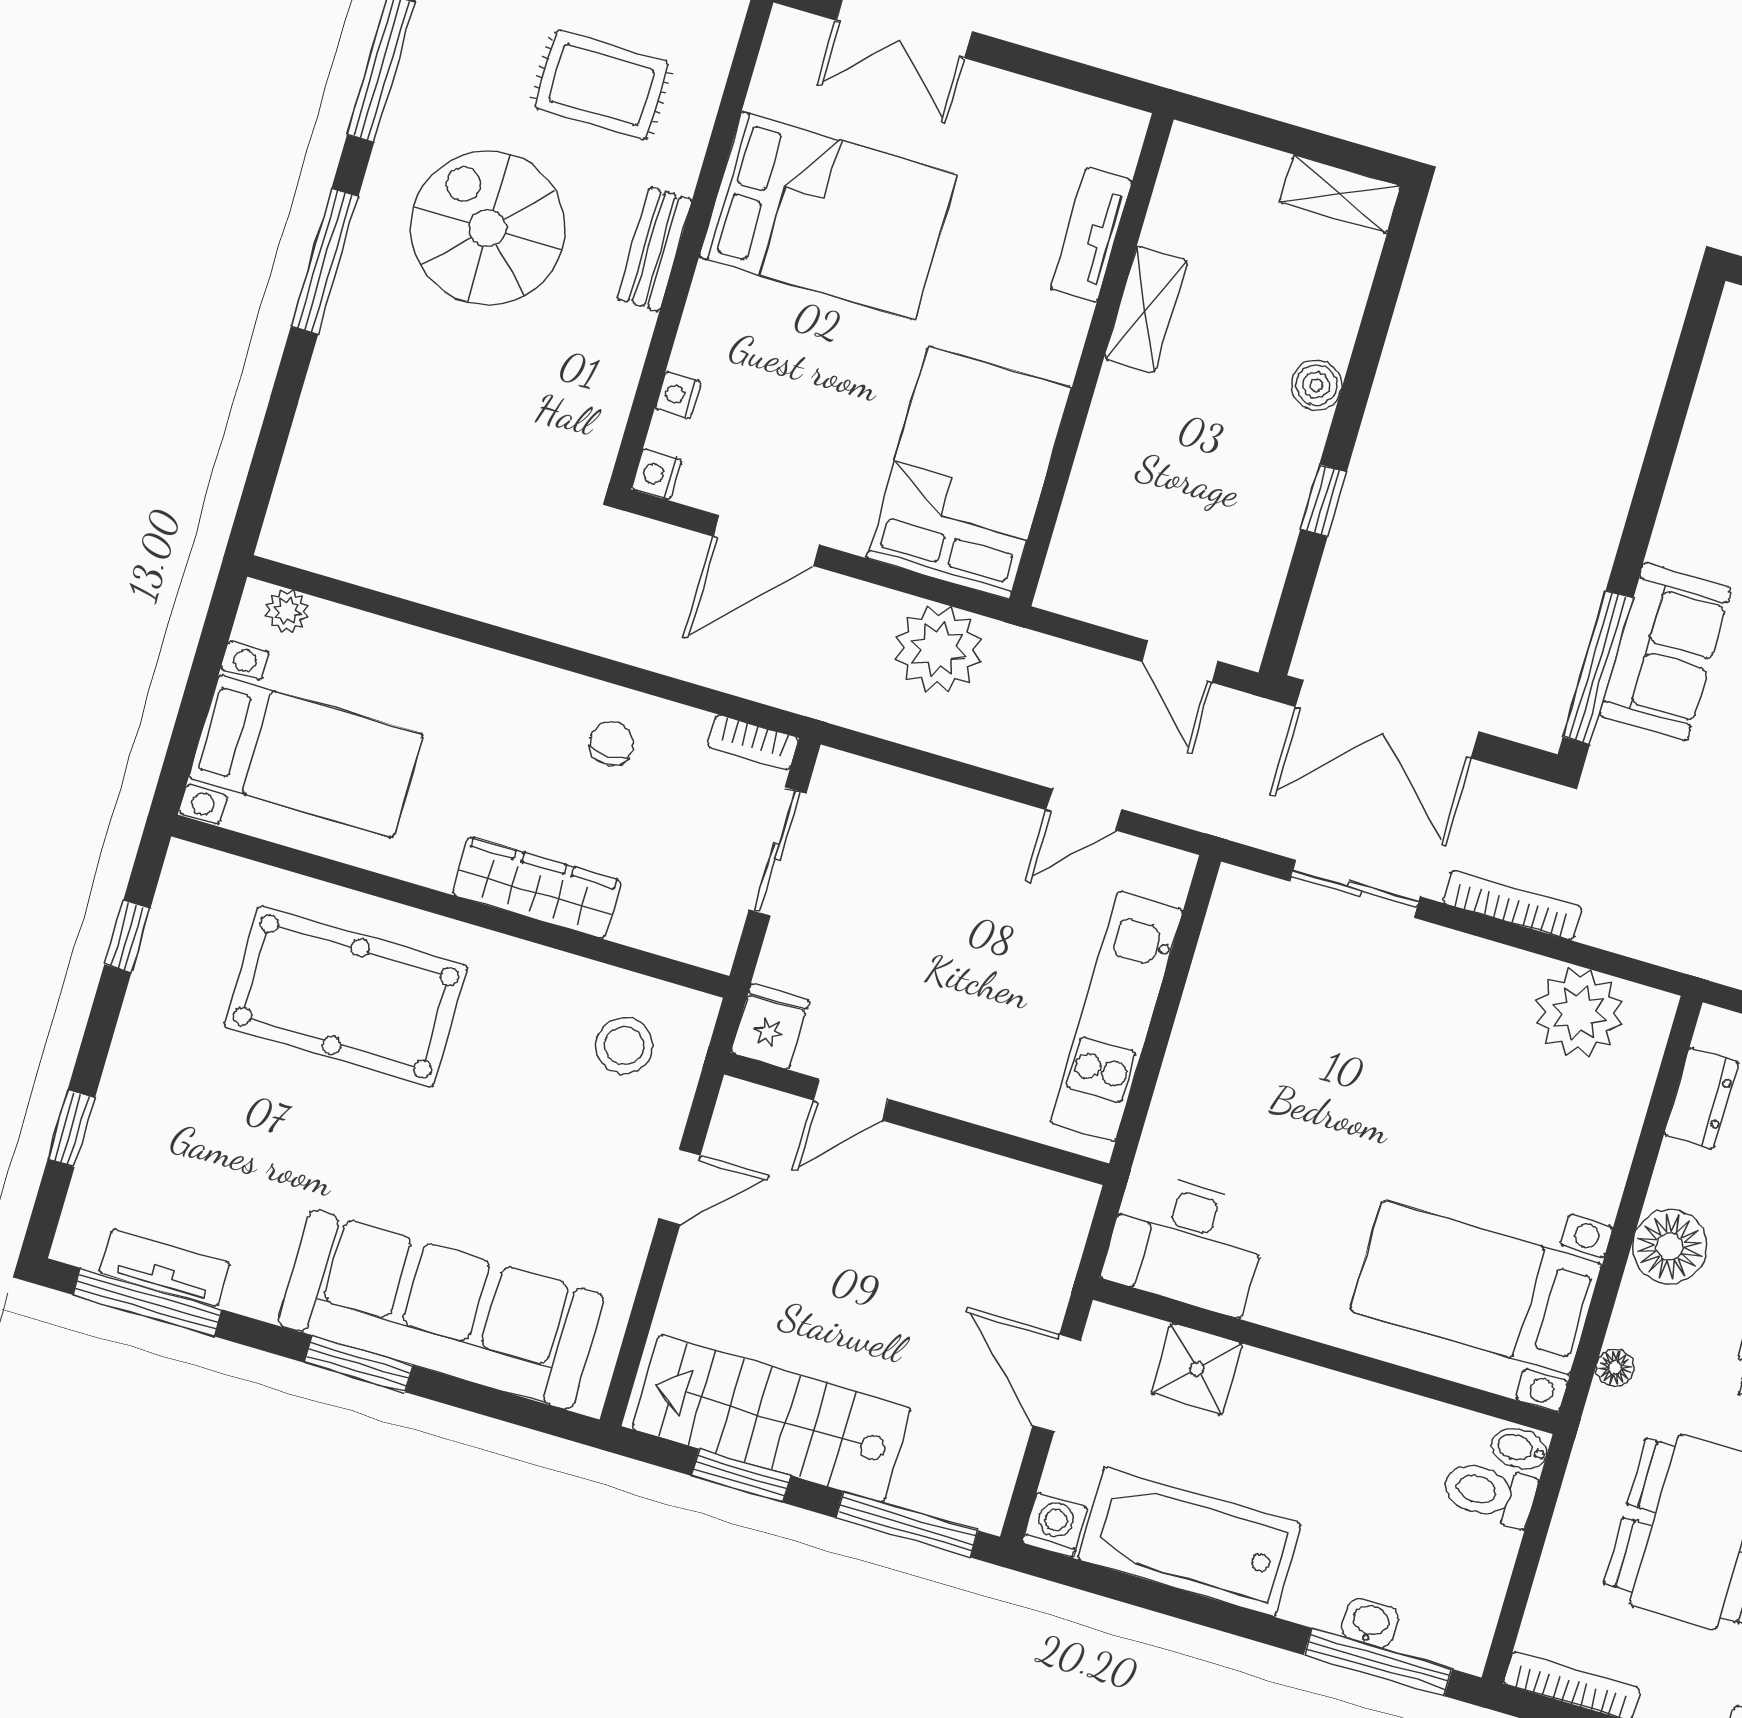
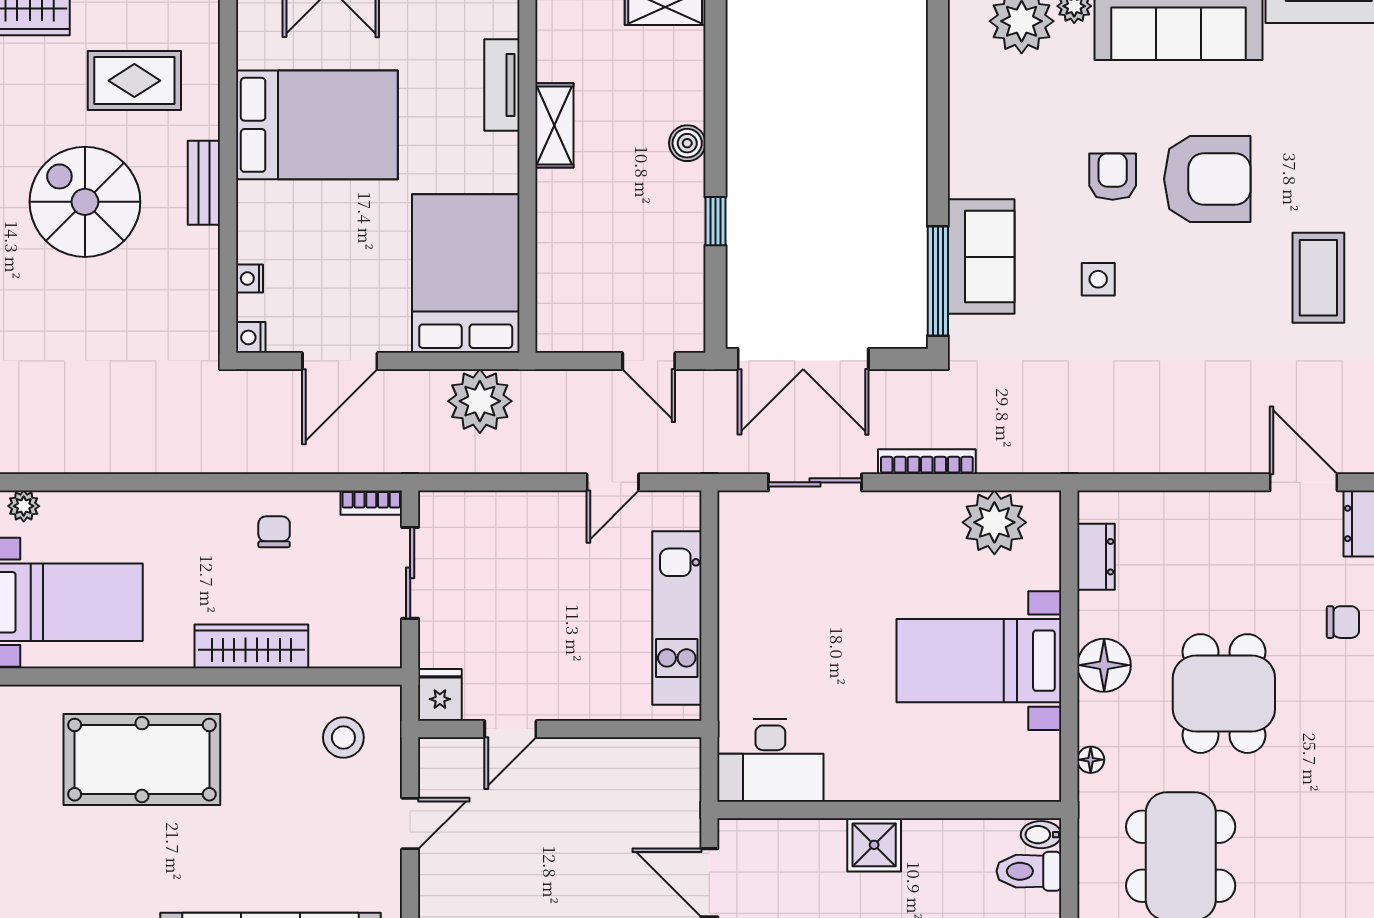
bed with nightstands: (1476, 1287) -> (979, 661), moved
shower: (1197, 1369) -> (874, 845), moved

